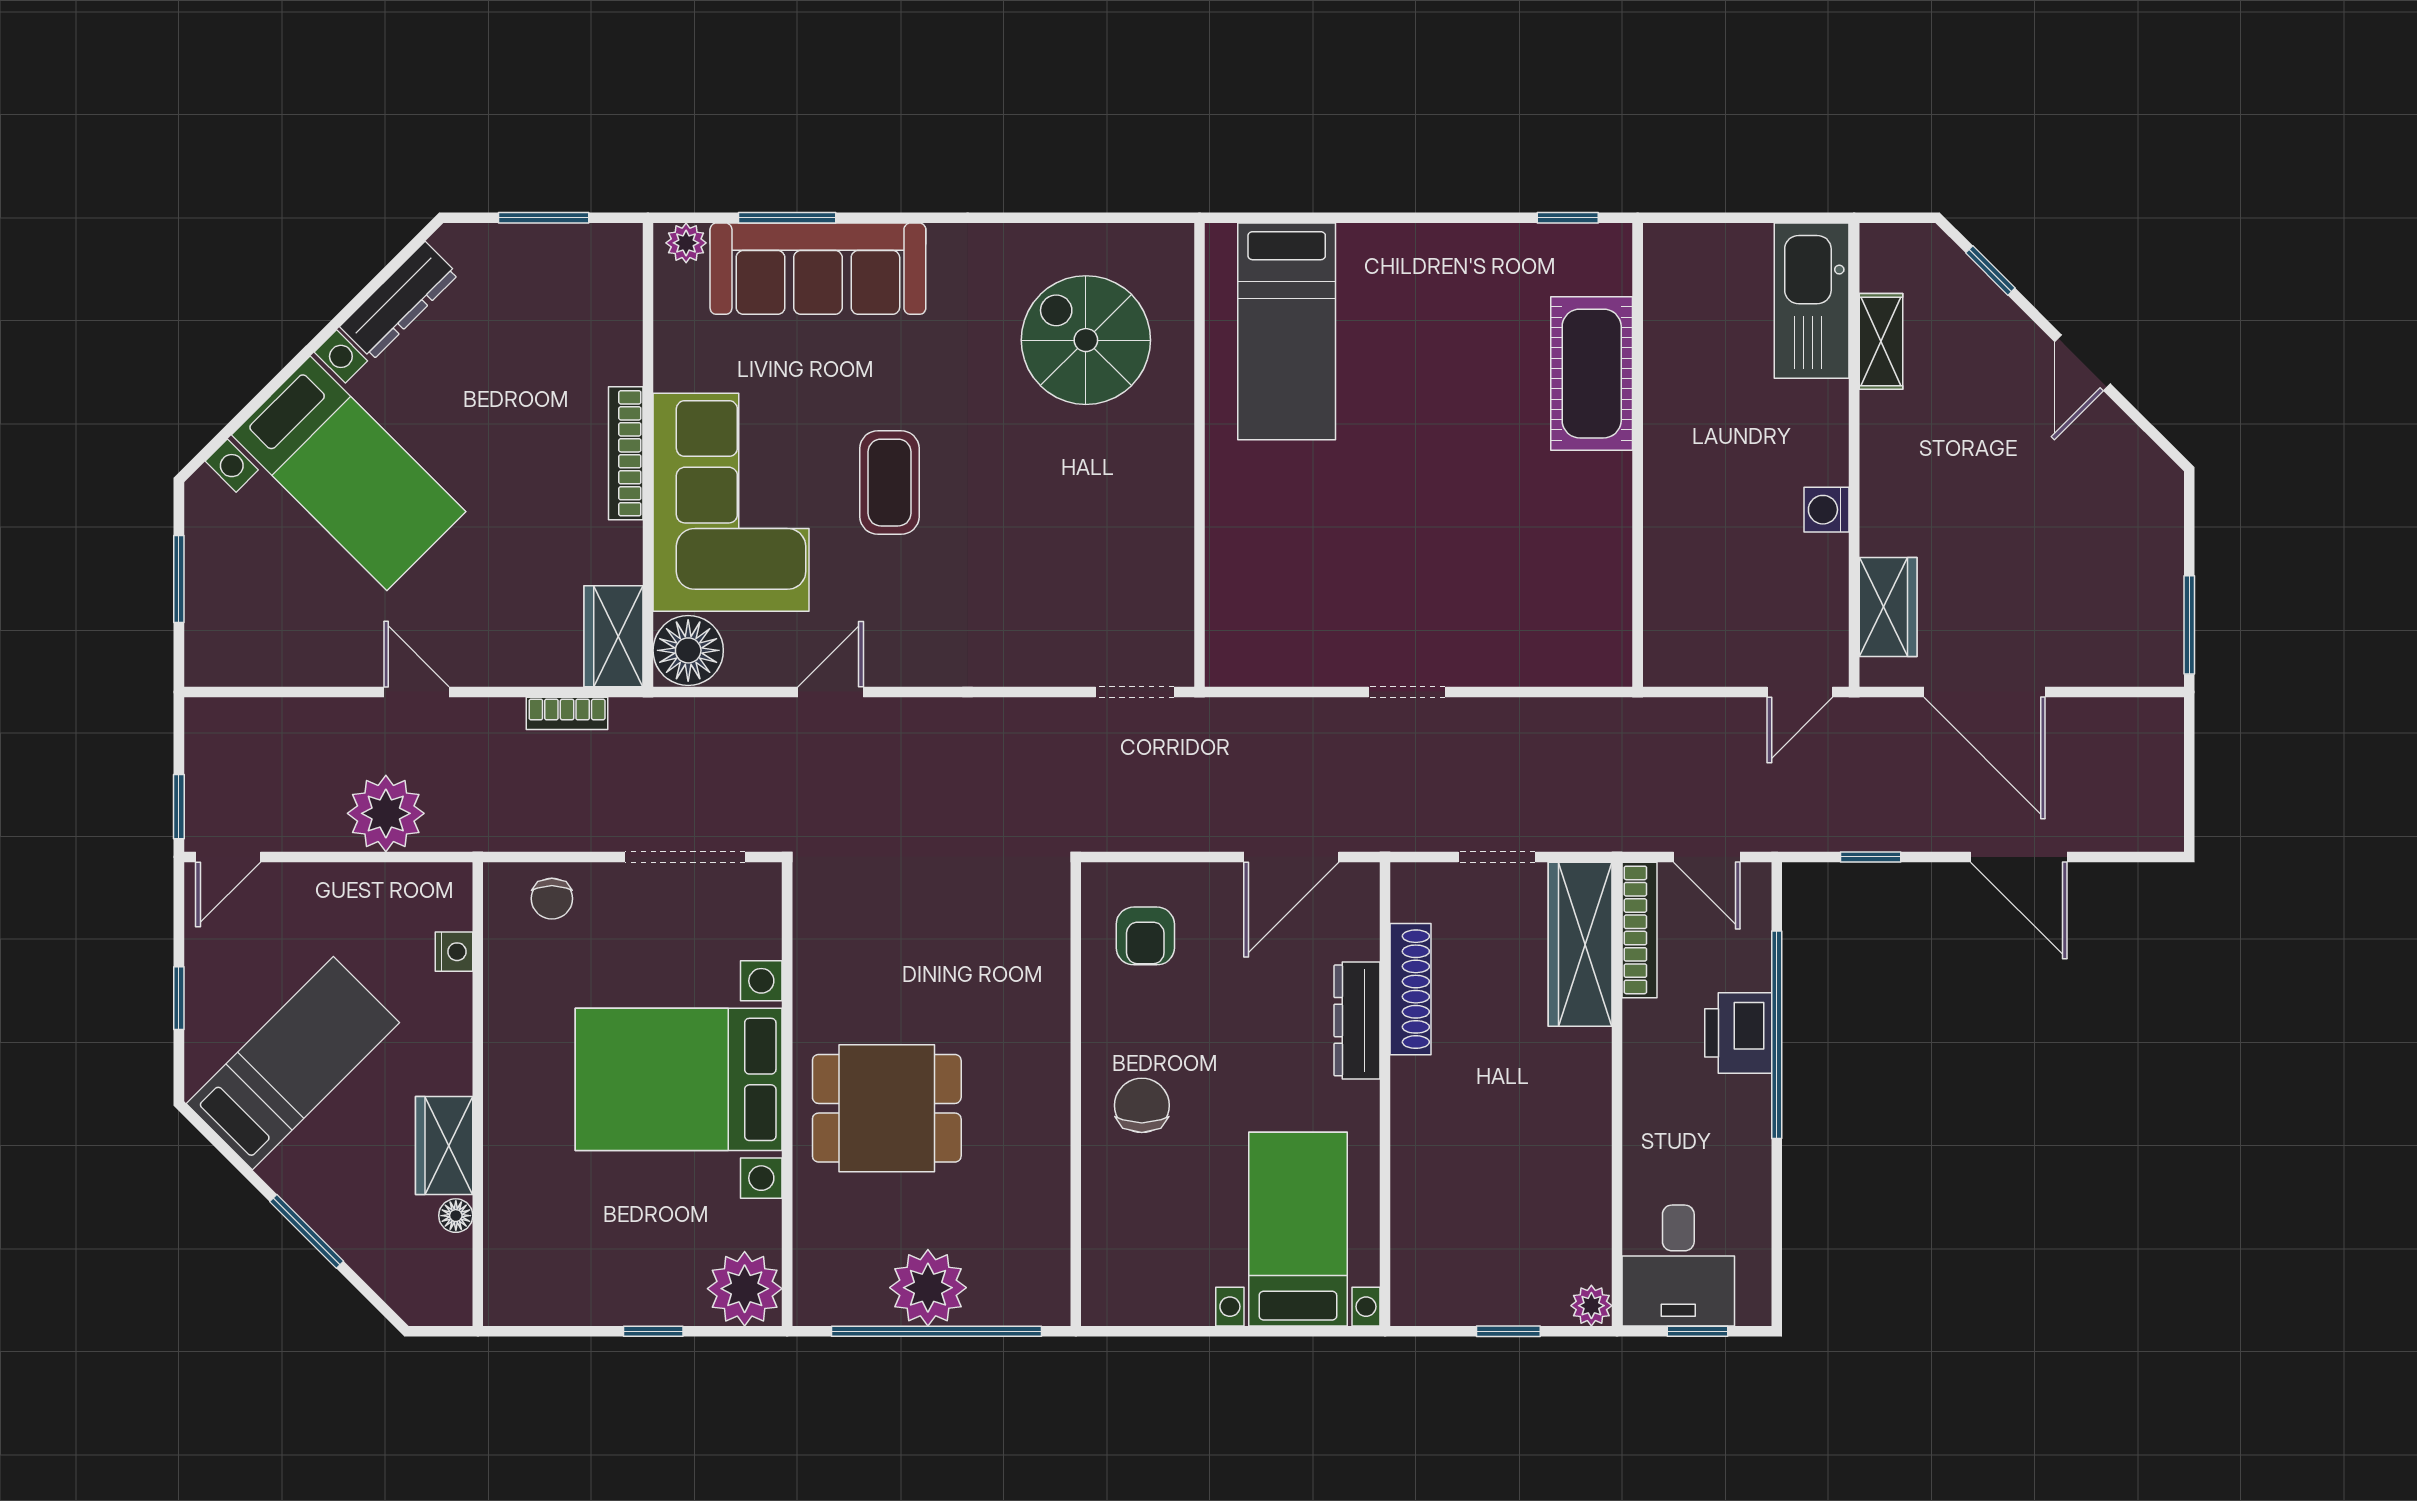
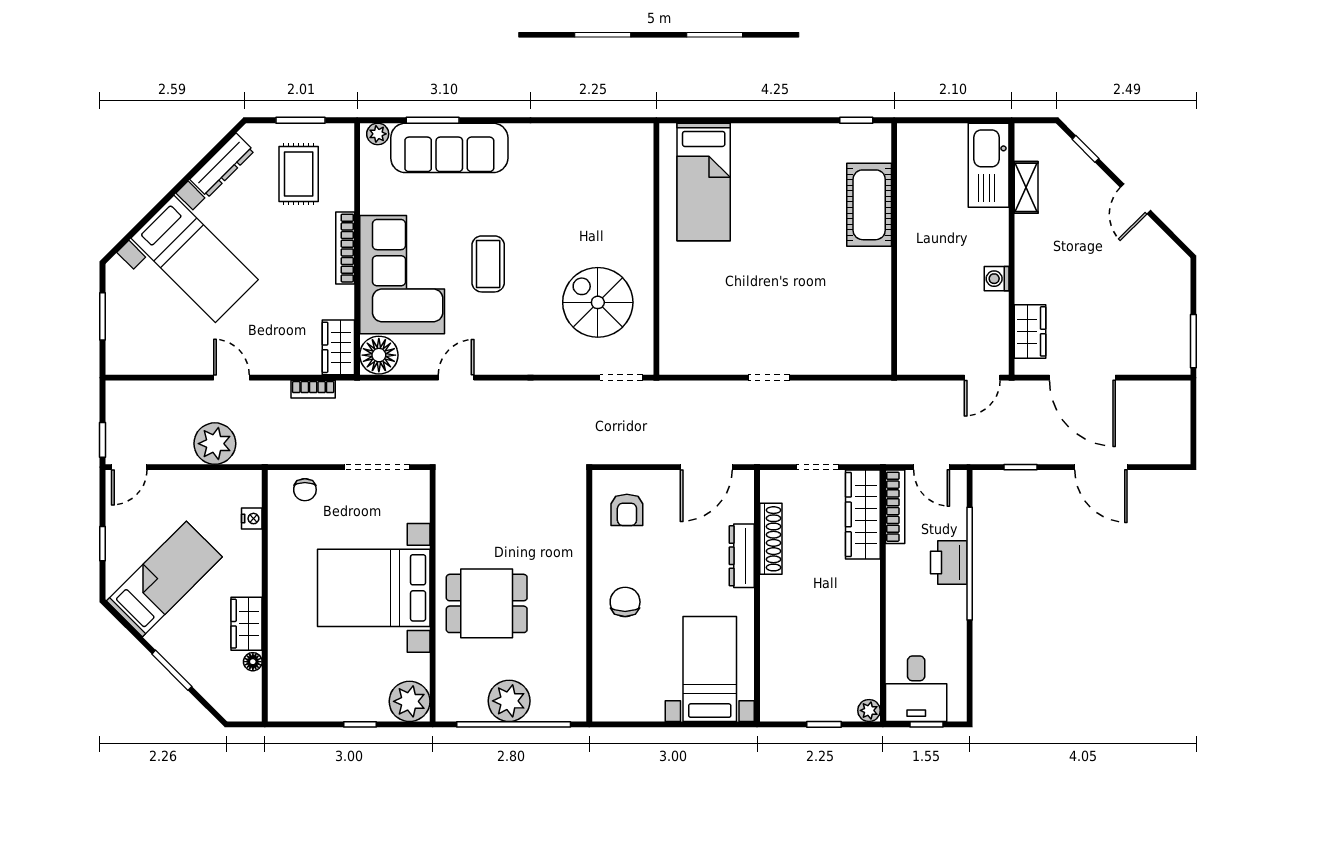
rug: (540, 317) -> (299, 174), added
spiral stairs: (1086, 340) -> (598, 302), moved

